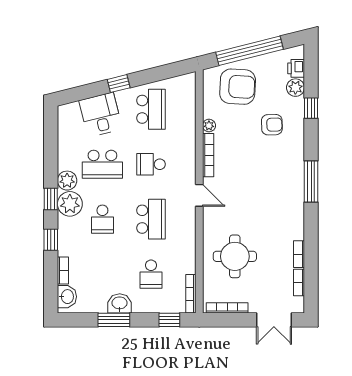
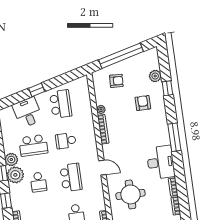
printer: (296, 68) -> (154, 63), removed
armchair: (238, 87) -> (116, 81), width x0.53, depth x0.53
armchair: (272, 125) -> (143, 103), turned -88
door: (199, 195) -> (102, 168), moved
desk: (286, 215) -> (161, 162), added

